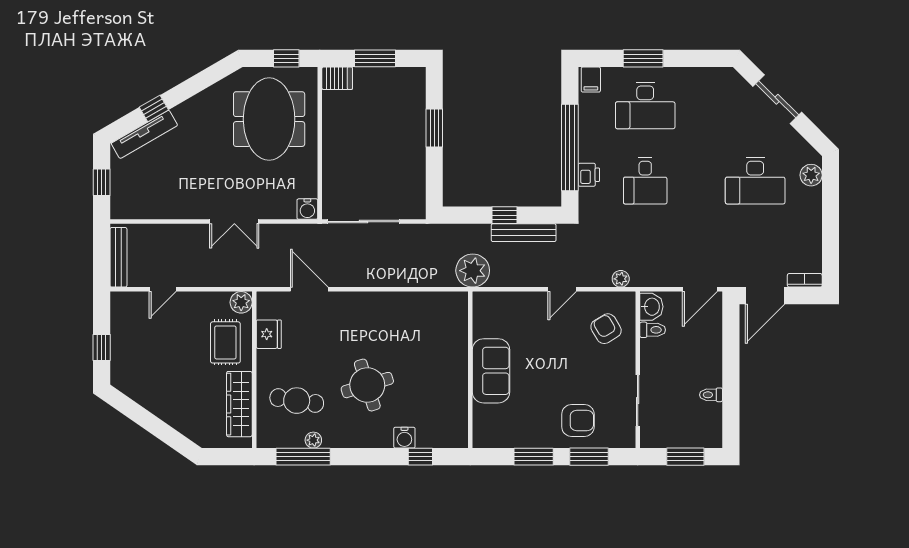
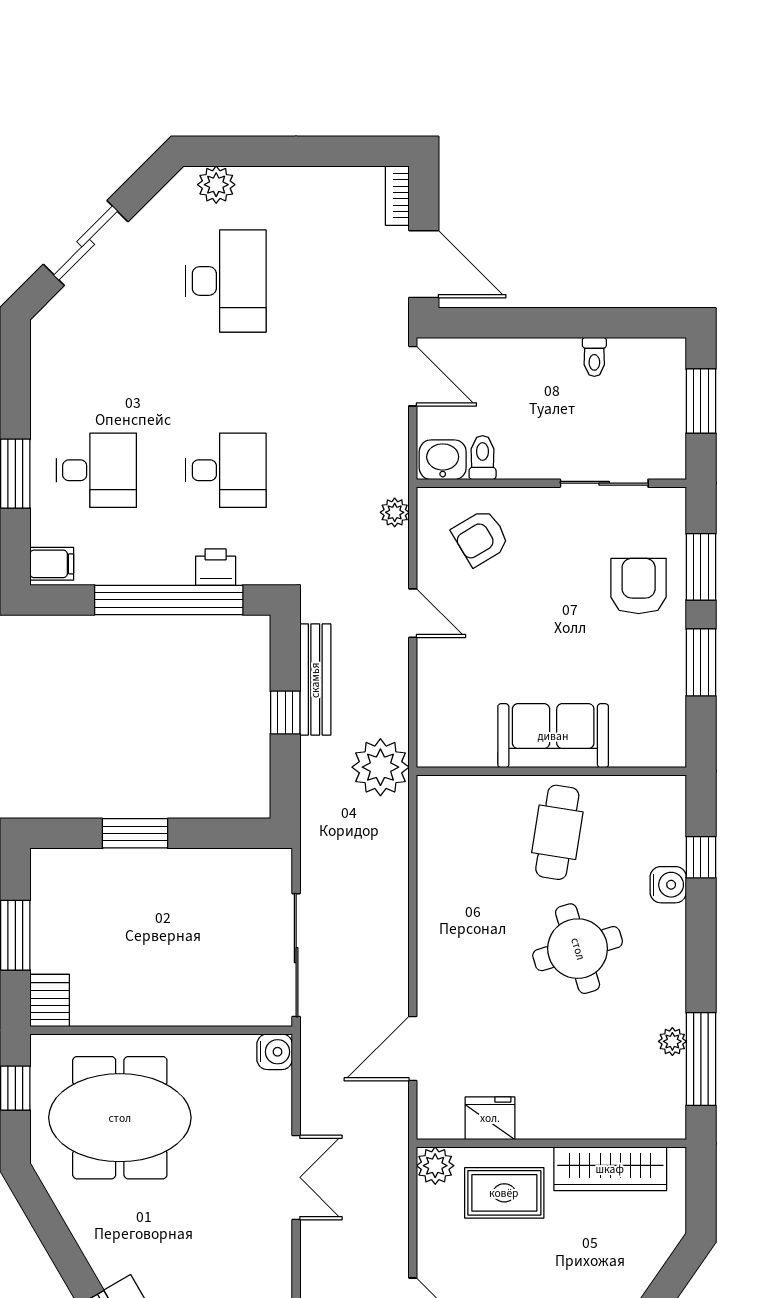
desk: (645, 105) -> (96, 470), width x0.73
cafe table: (297, 401) -> (557, 832), moved

